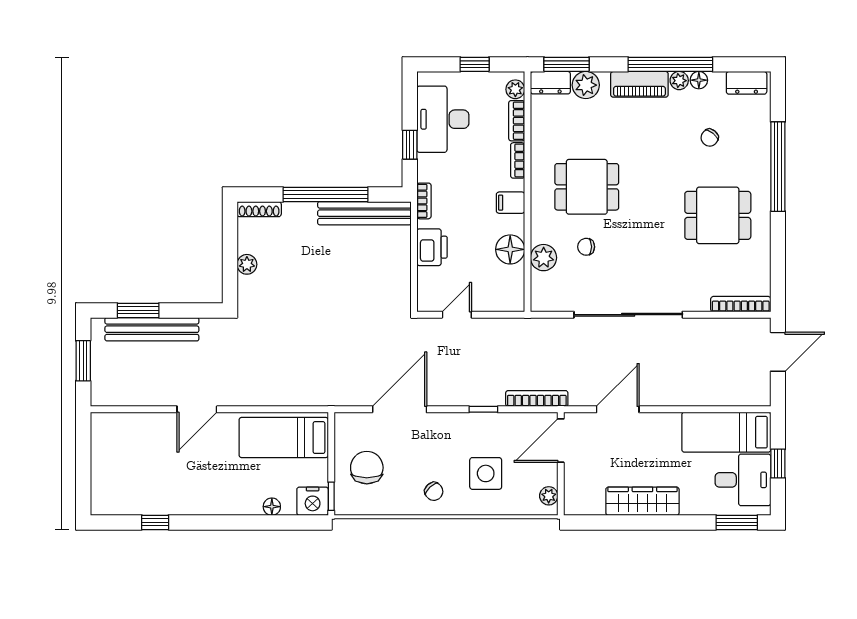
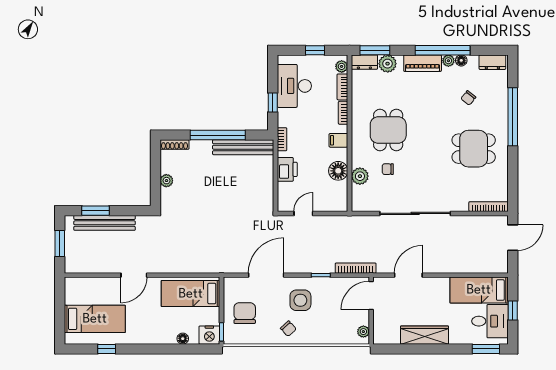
dining table: (587, 187) -> (388, 130), turned 90
side table: (486, 473) -> (300, 300), moved
bed: (137, 476) -> (95, 319), added

